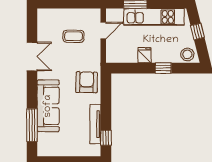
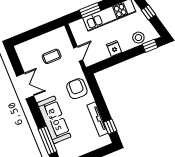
door: (103, 31) -> (78, 54), moved
stool: (187, 54) -> (138, 38), moved
window: (163, 68) -> (150, 46), moved

